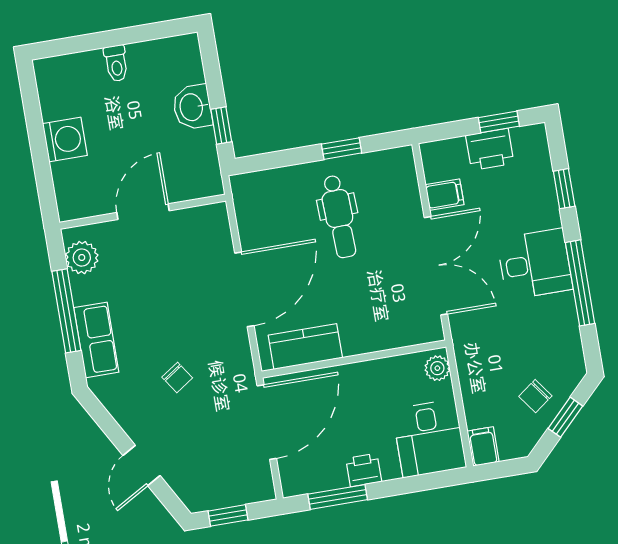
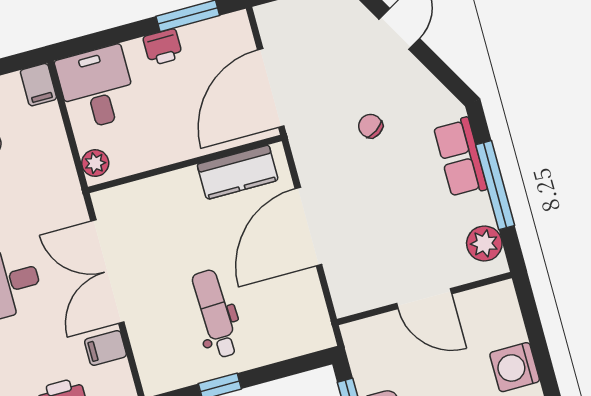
door: (143, 212) -> (424, 299), hinge flipped

